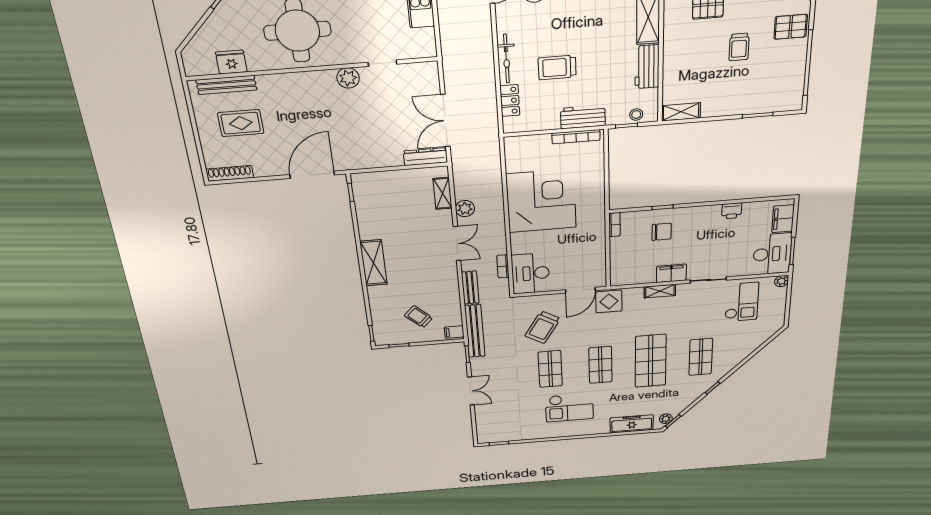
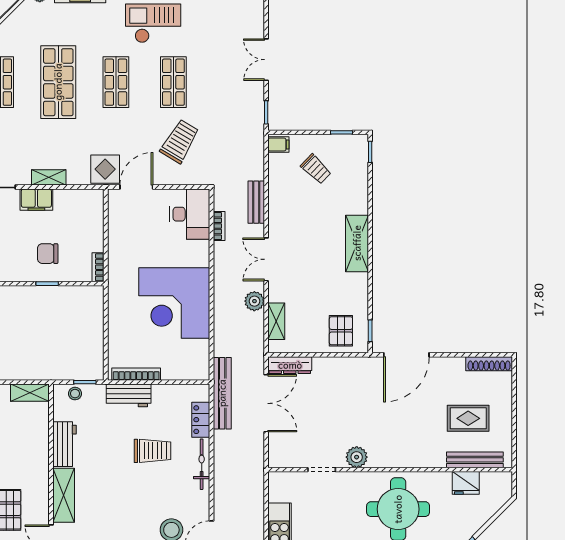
pallet: (379, 190) -> (341, 331), added
bench: (475, 331) -> (222, 393), moved

